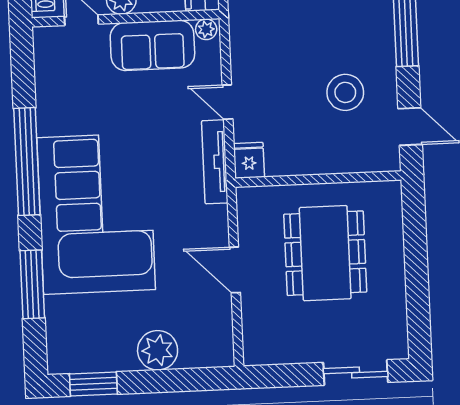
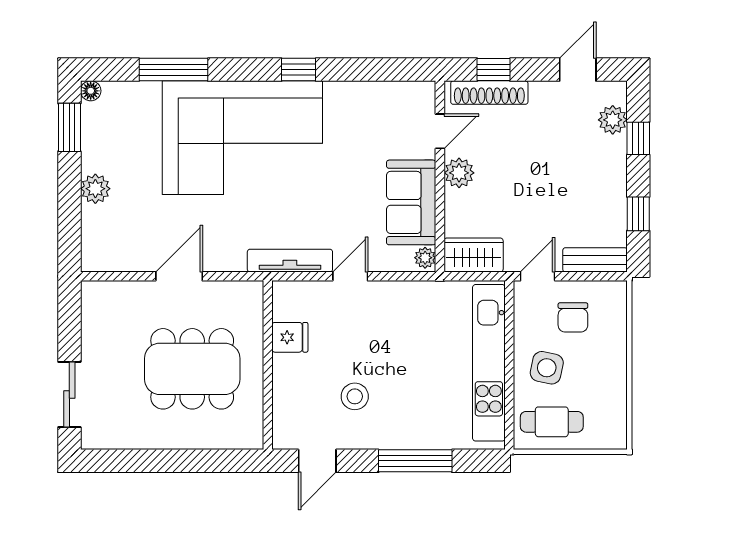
stool: (345, 92) -> (355, 396), width x0.73, depth x0.73
fridge: (249, 160) -> (290, 337), moved
window: (27, 162) -> (299, 70), width x0.32
plant: (158, 350) -> (95, 189), width x0.73, depth x0.73
floor lamp: (57, 365) -> (91, 91), added

